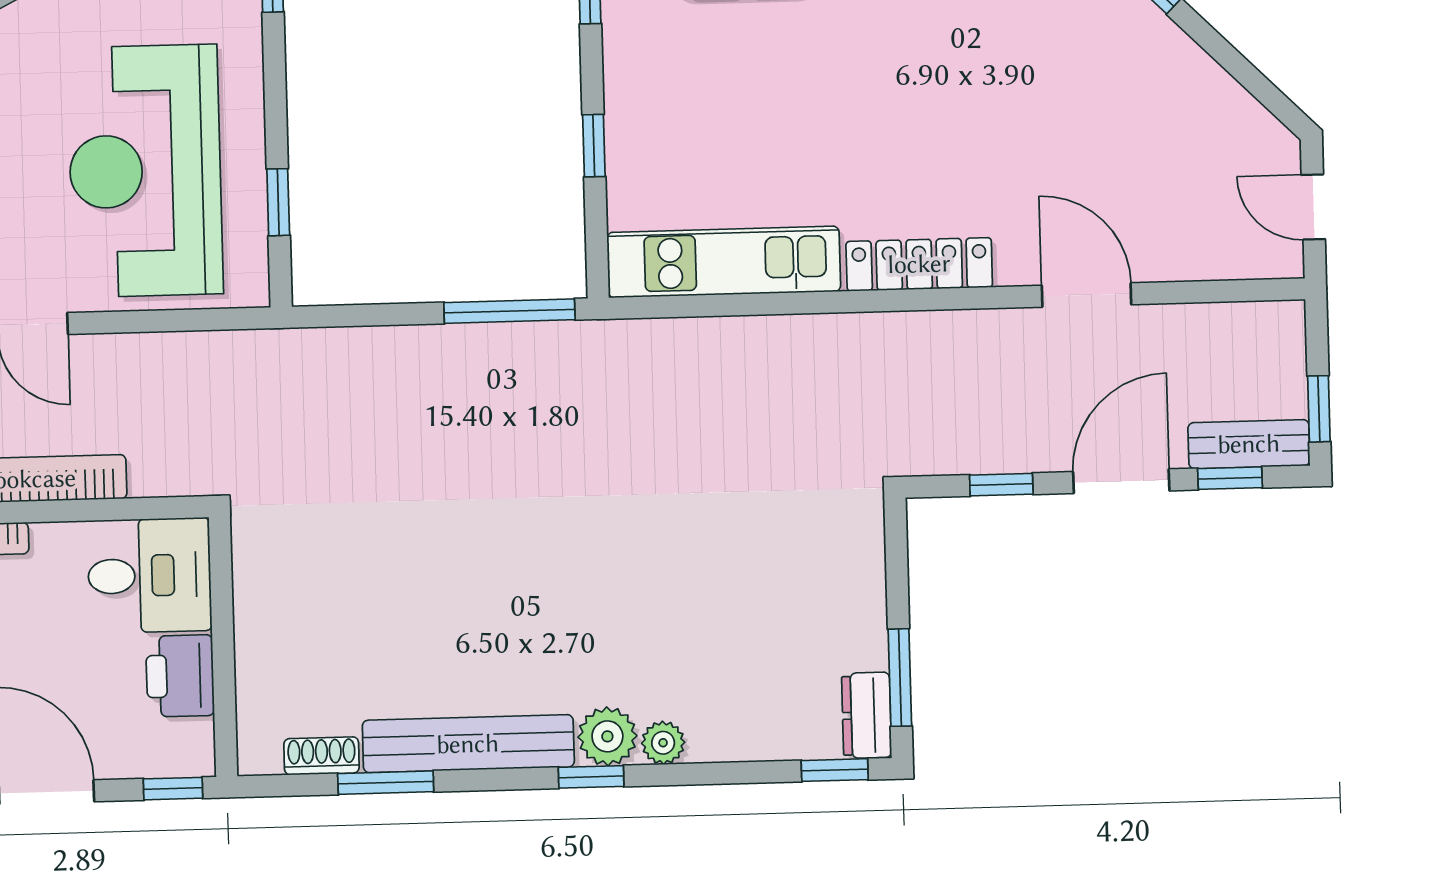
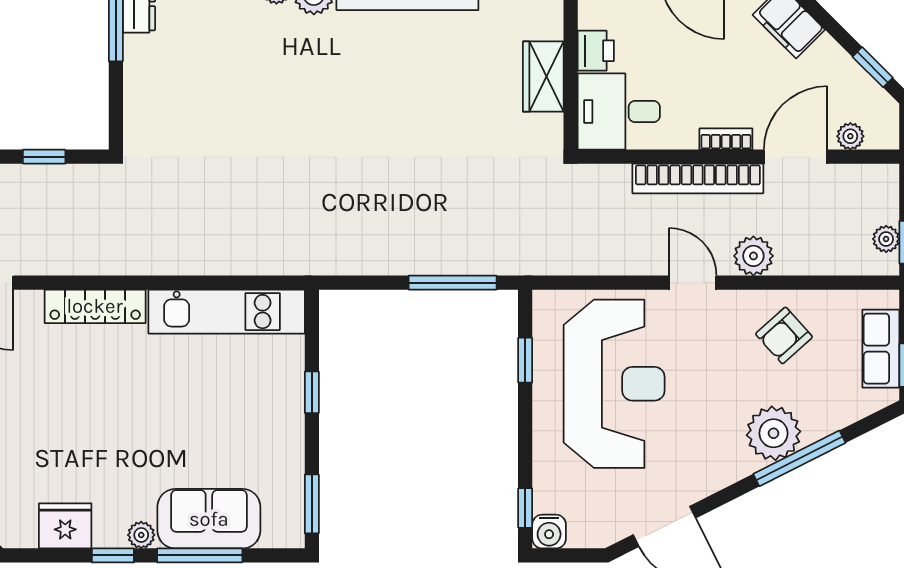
window: (509, 311) -> (453, 283), moved
wardrobe: (263, 624) -> (543, 77), added
printer: (180, 676) -> (596, 51), width x0.73, depth x0.81

